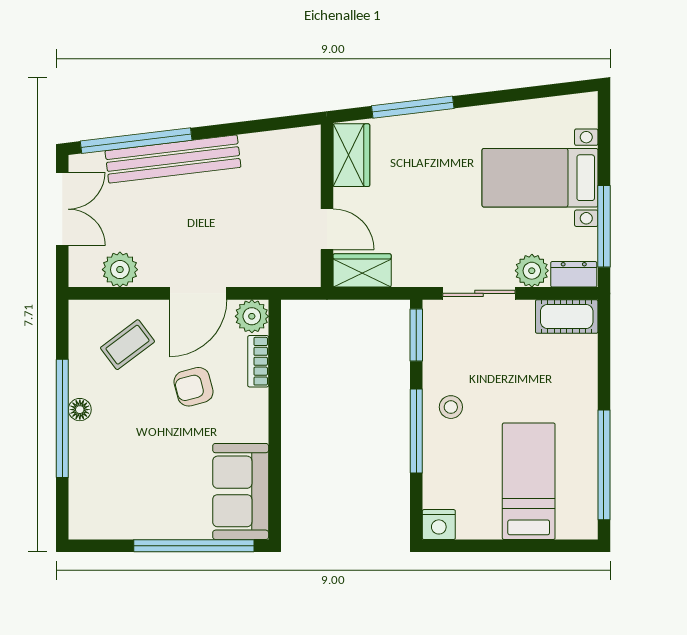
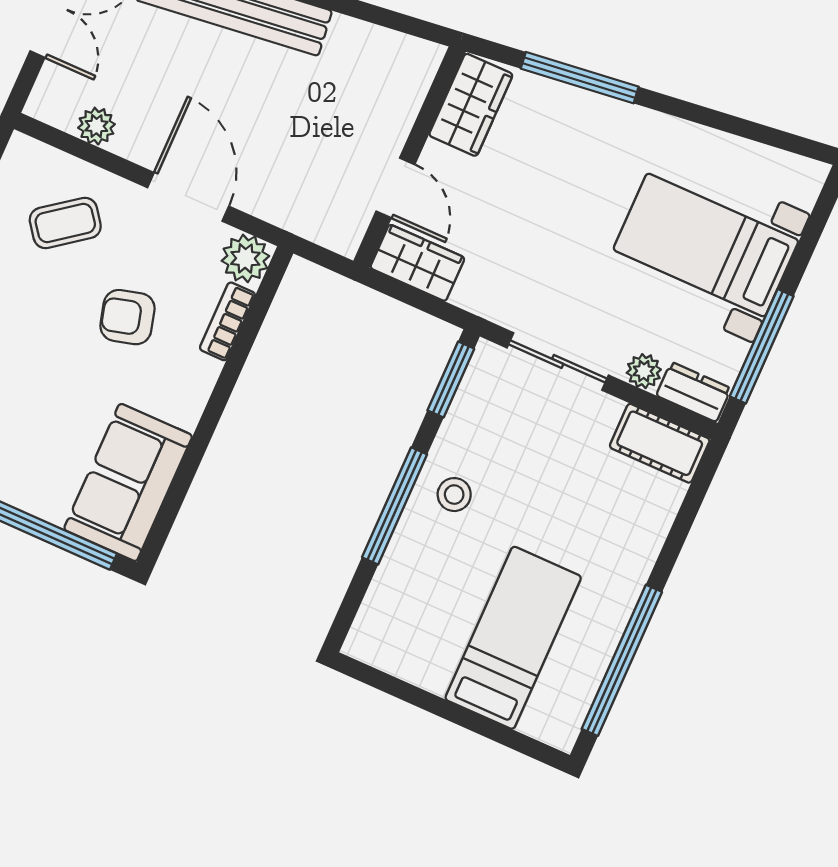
plant: (120, 270) -> (96, 126), width x0.73, depth x0.73
plant: (532, 271) -> (644, 371), width x0.73, depth x0.73
door: (198, 293) -> (188, 197), swing flipped
nightstand: (439, 525) -> (369, 642), removed

